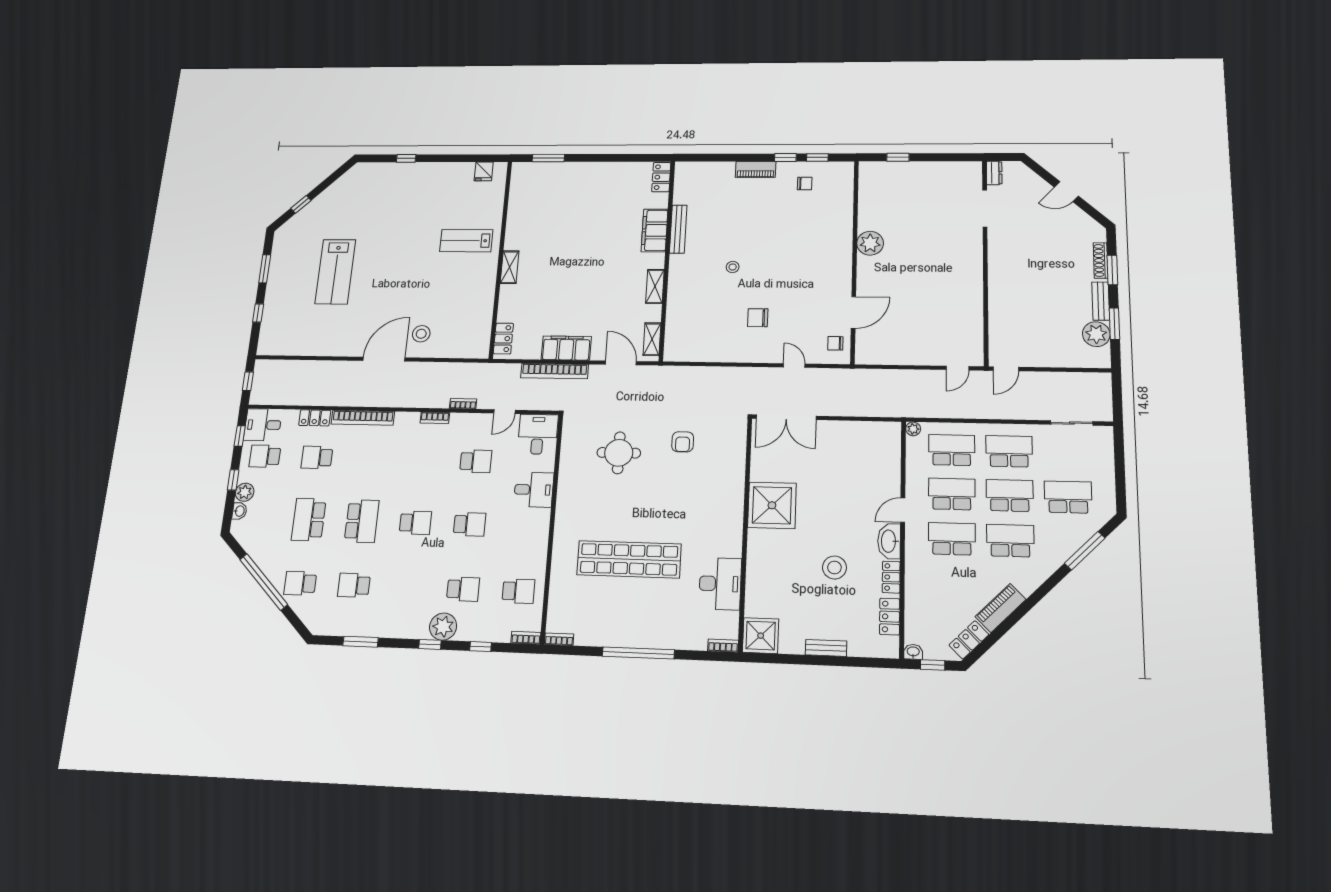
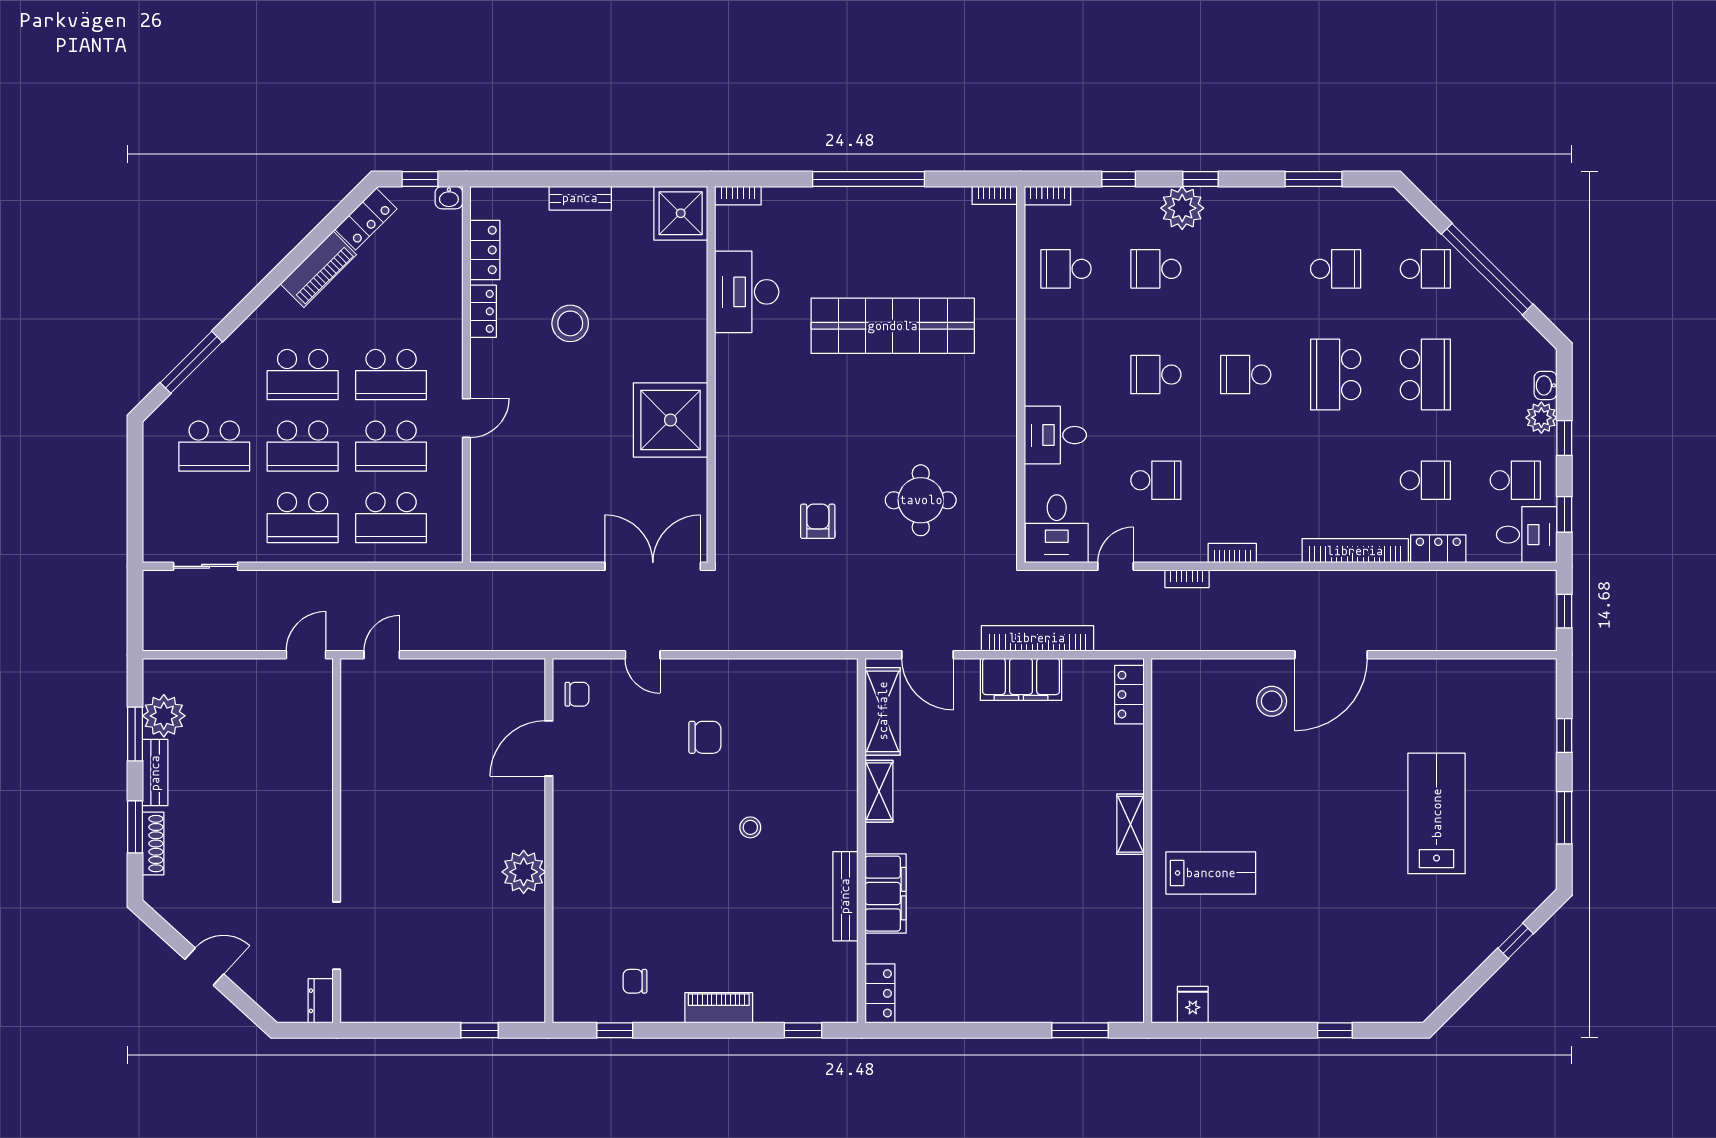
window: (785, 158) -> (803, 1030), moved
shelving: (652, 339) -> (883, 711), width x1.50, depth x1.33
plant: (913, 429) -> (451, 551), removed
school desk: (476, 461) -> (1156, 480), turned 180
washbasin: (889, 541) -> (487, 368), removed

